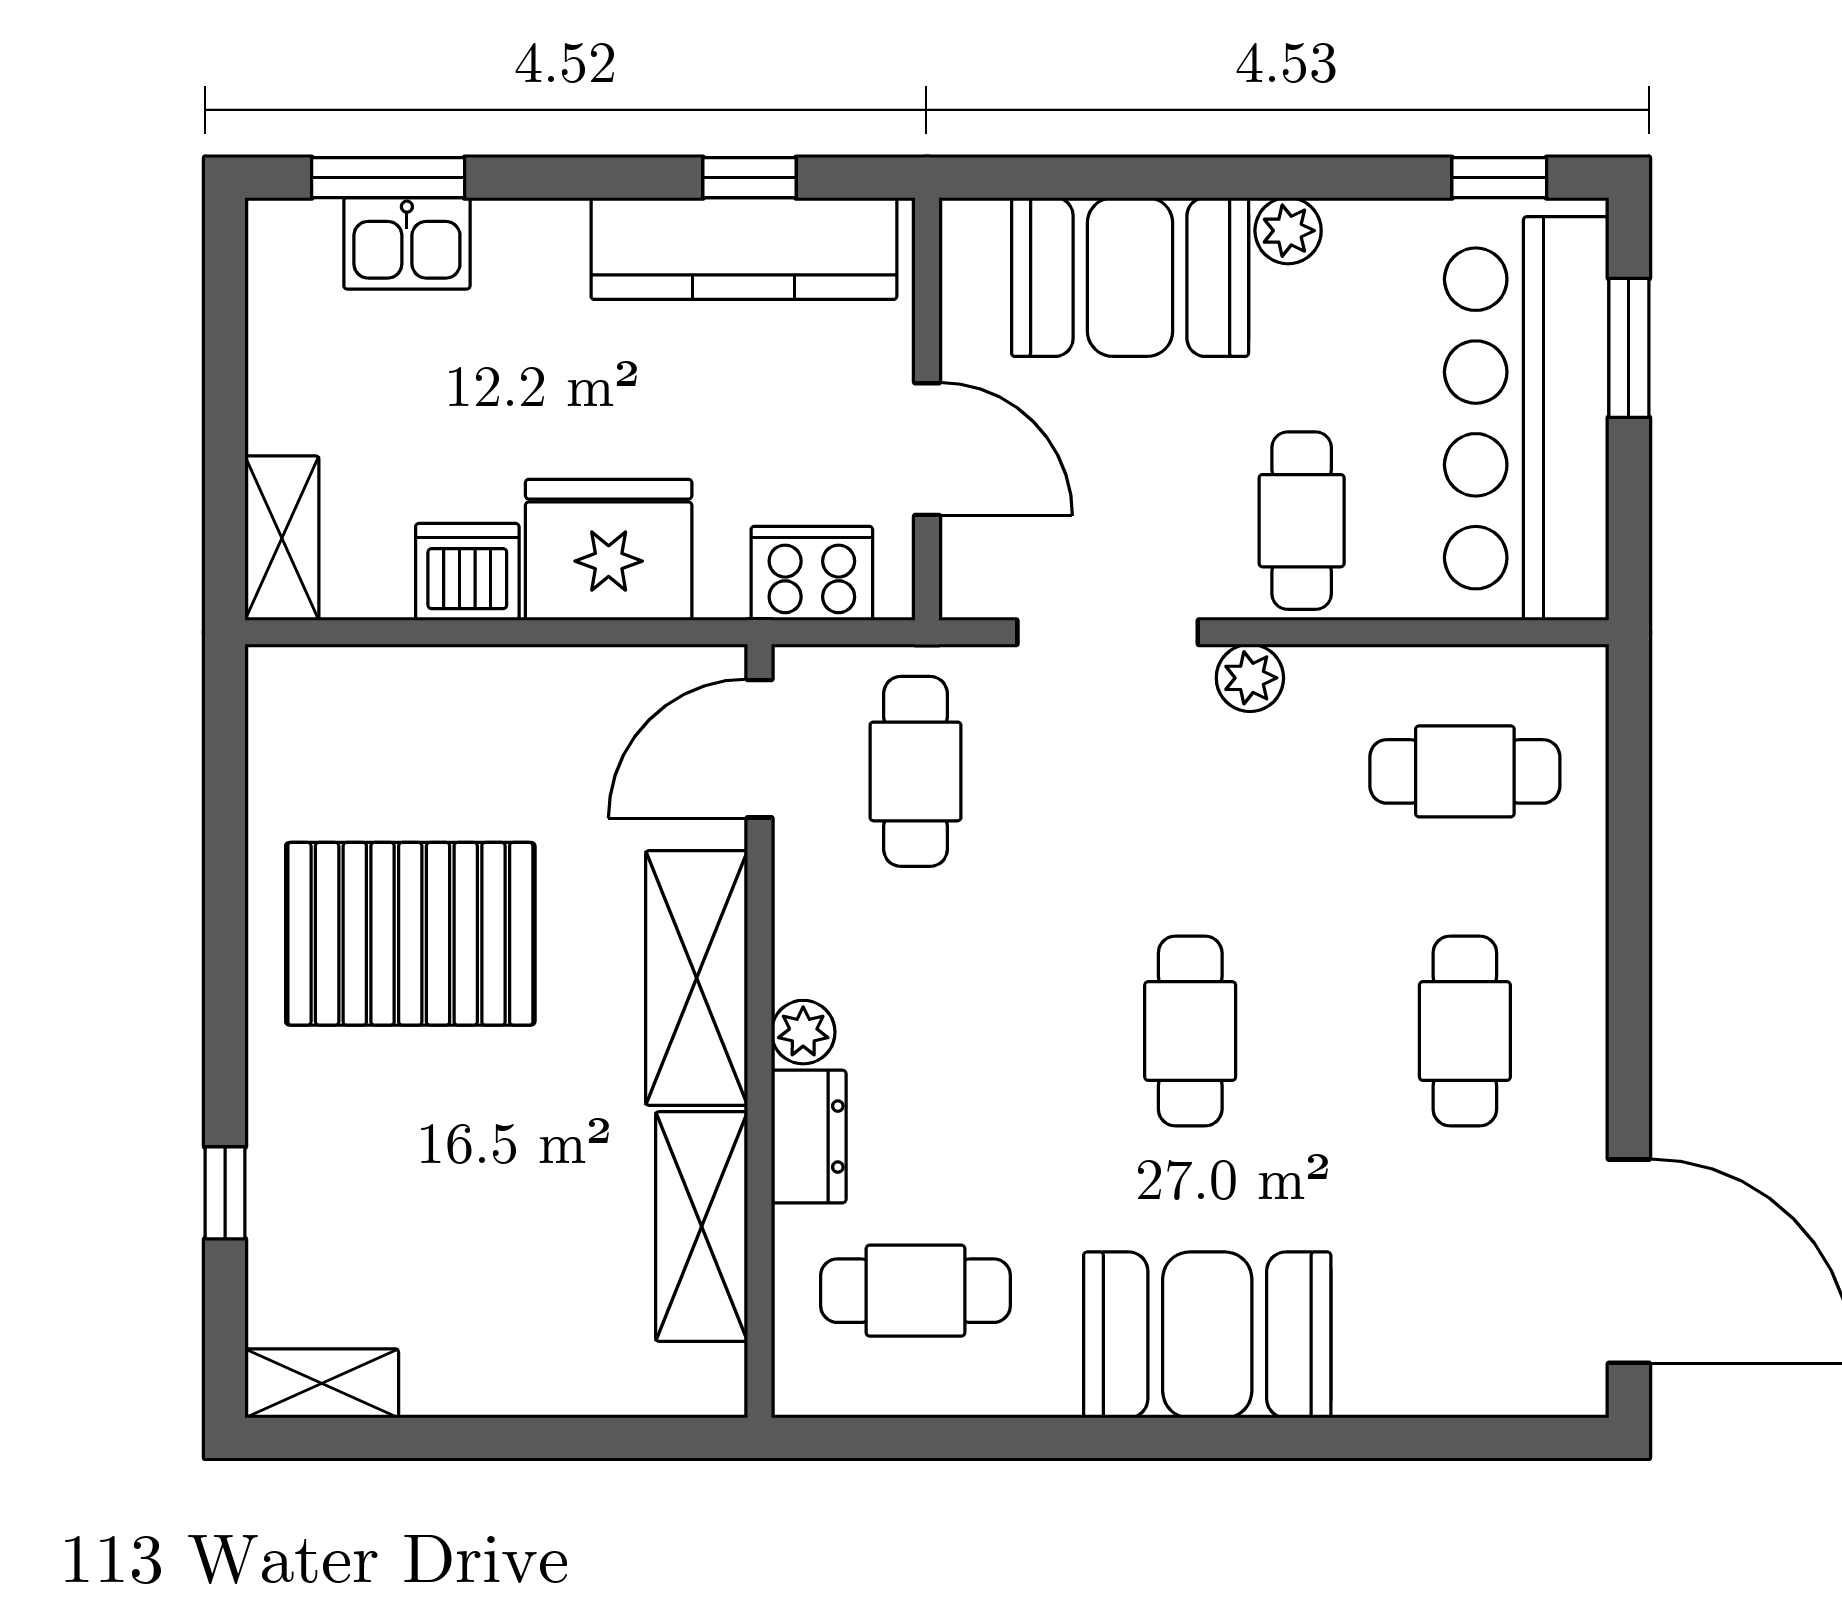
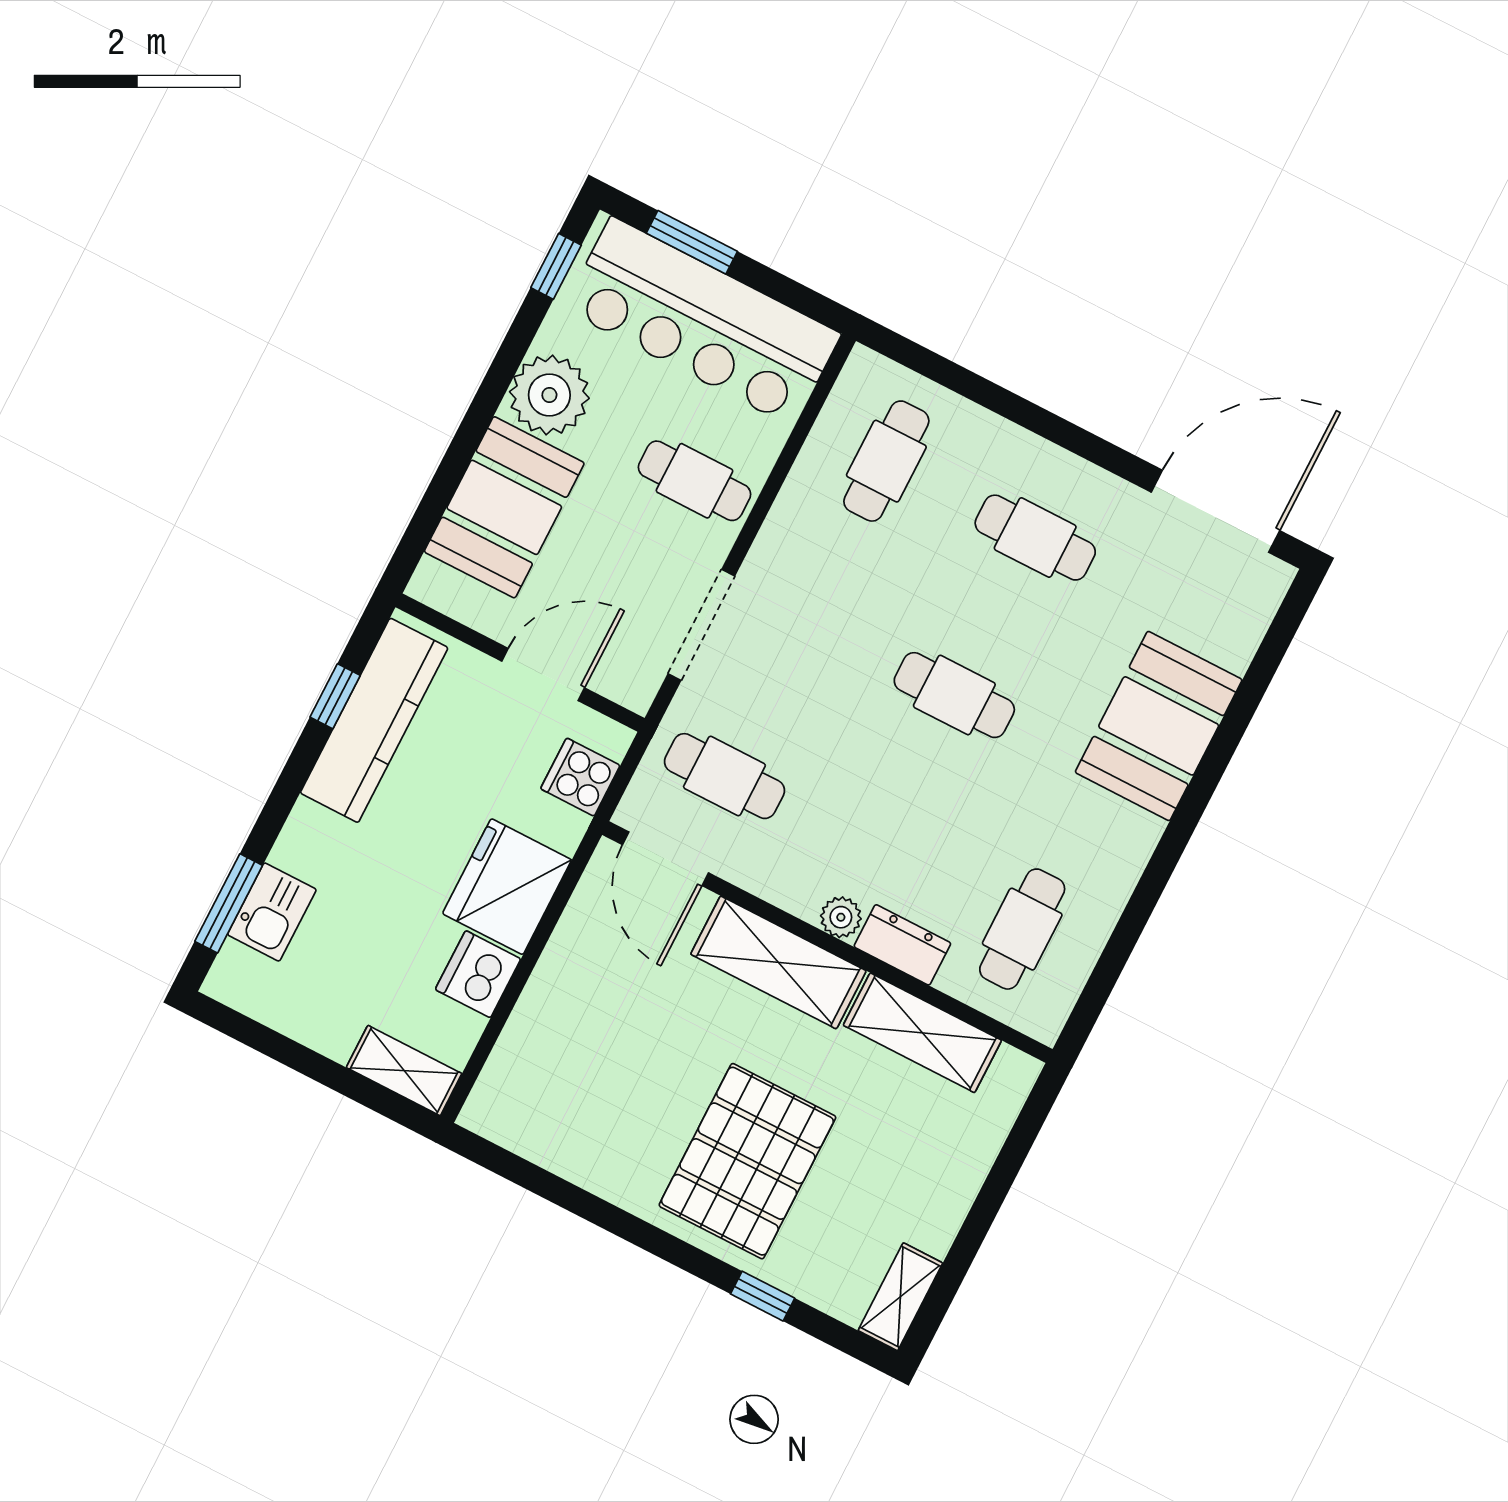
plant: (1288, 231) -> (549, 395), width x1.88, depth x1.88
cooker: (812, 573) -> (580, 777), width x0.73
plant: (1250, 678) -> (769, 557), removed
pallet: (410, 934) -> (747, 1161), moved
booth: (1207, 1335) -> (1159, 726), moved

